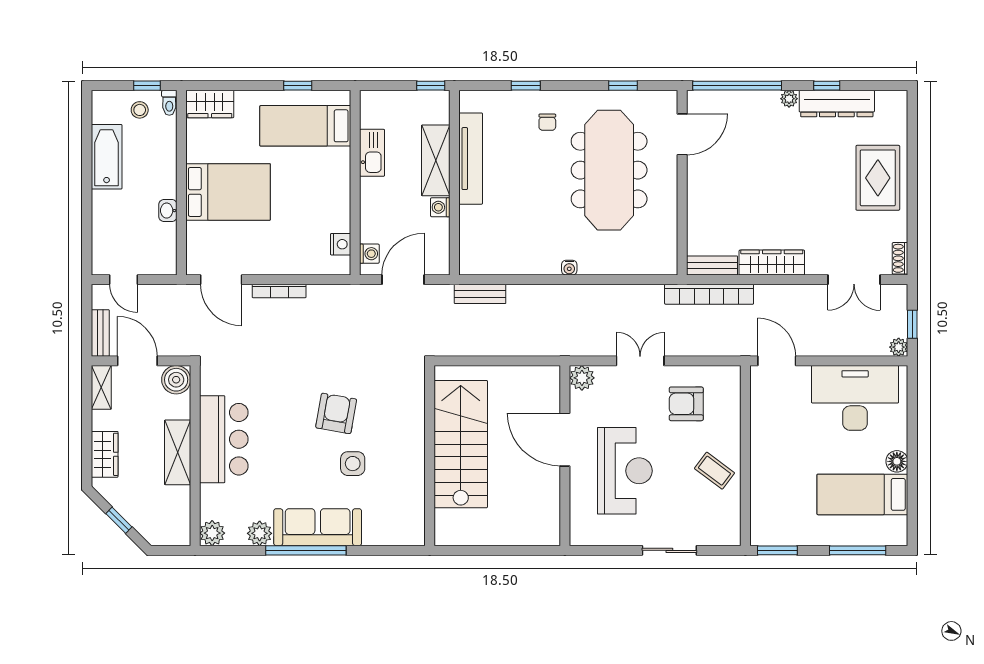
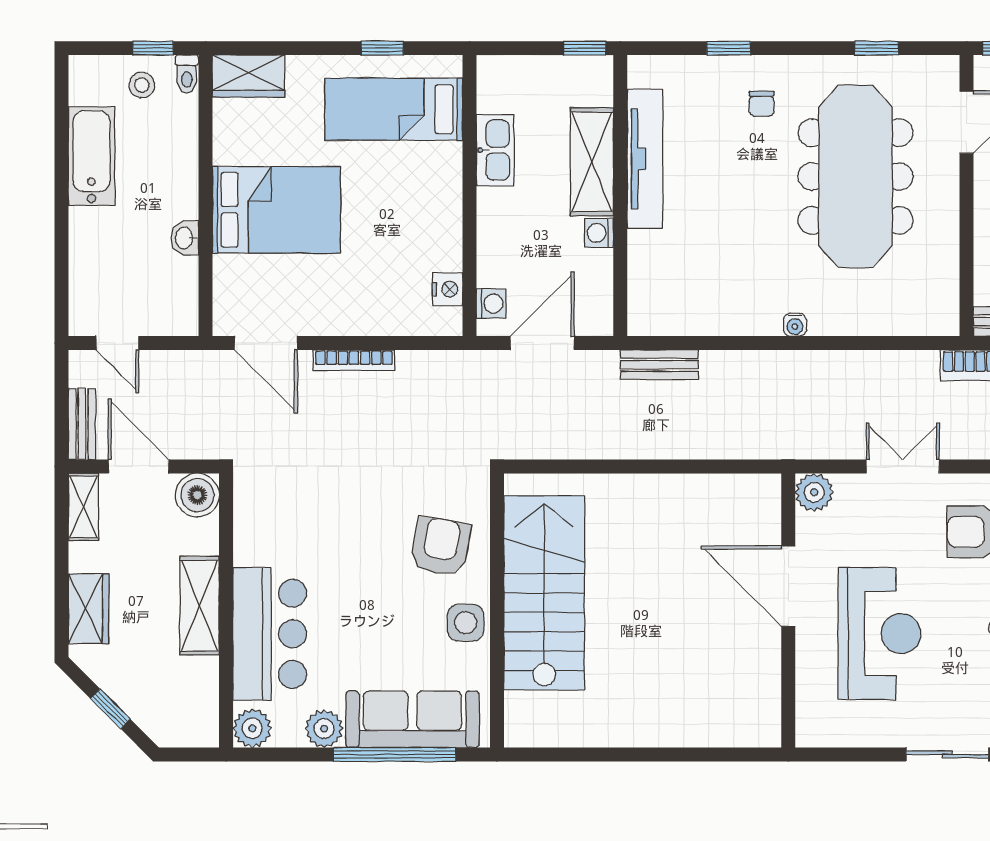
bar counter: (224, 439) -> (270, 634), moved
stairs: (461, 444) -> (544, 593), moved
wall: (430, 456) -> (497, 610), moved

